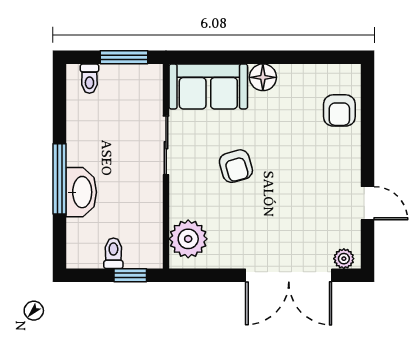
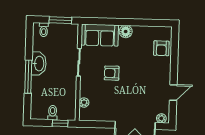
armchair: (236, 166) -> (112, 73), turned 106
washbasin: (81, 192) -> (39, 64), moved
door: (367, 203) -> (173, 93), hinge flipped
plant: (188, 239) -> (84, 103), width x0.53, depth x0.53

